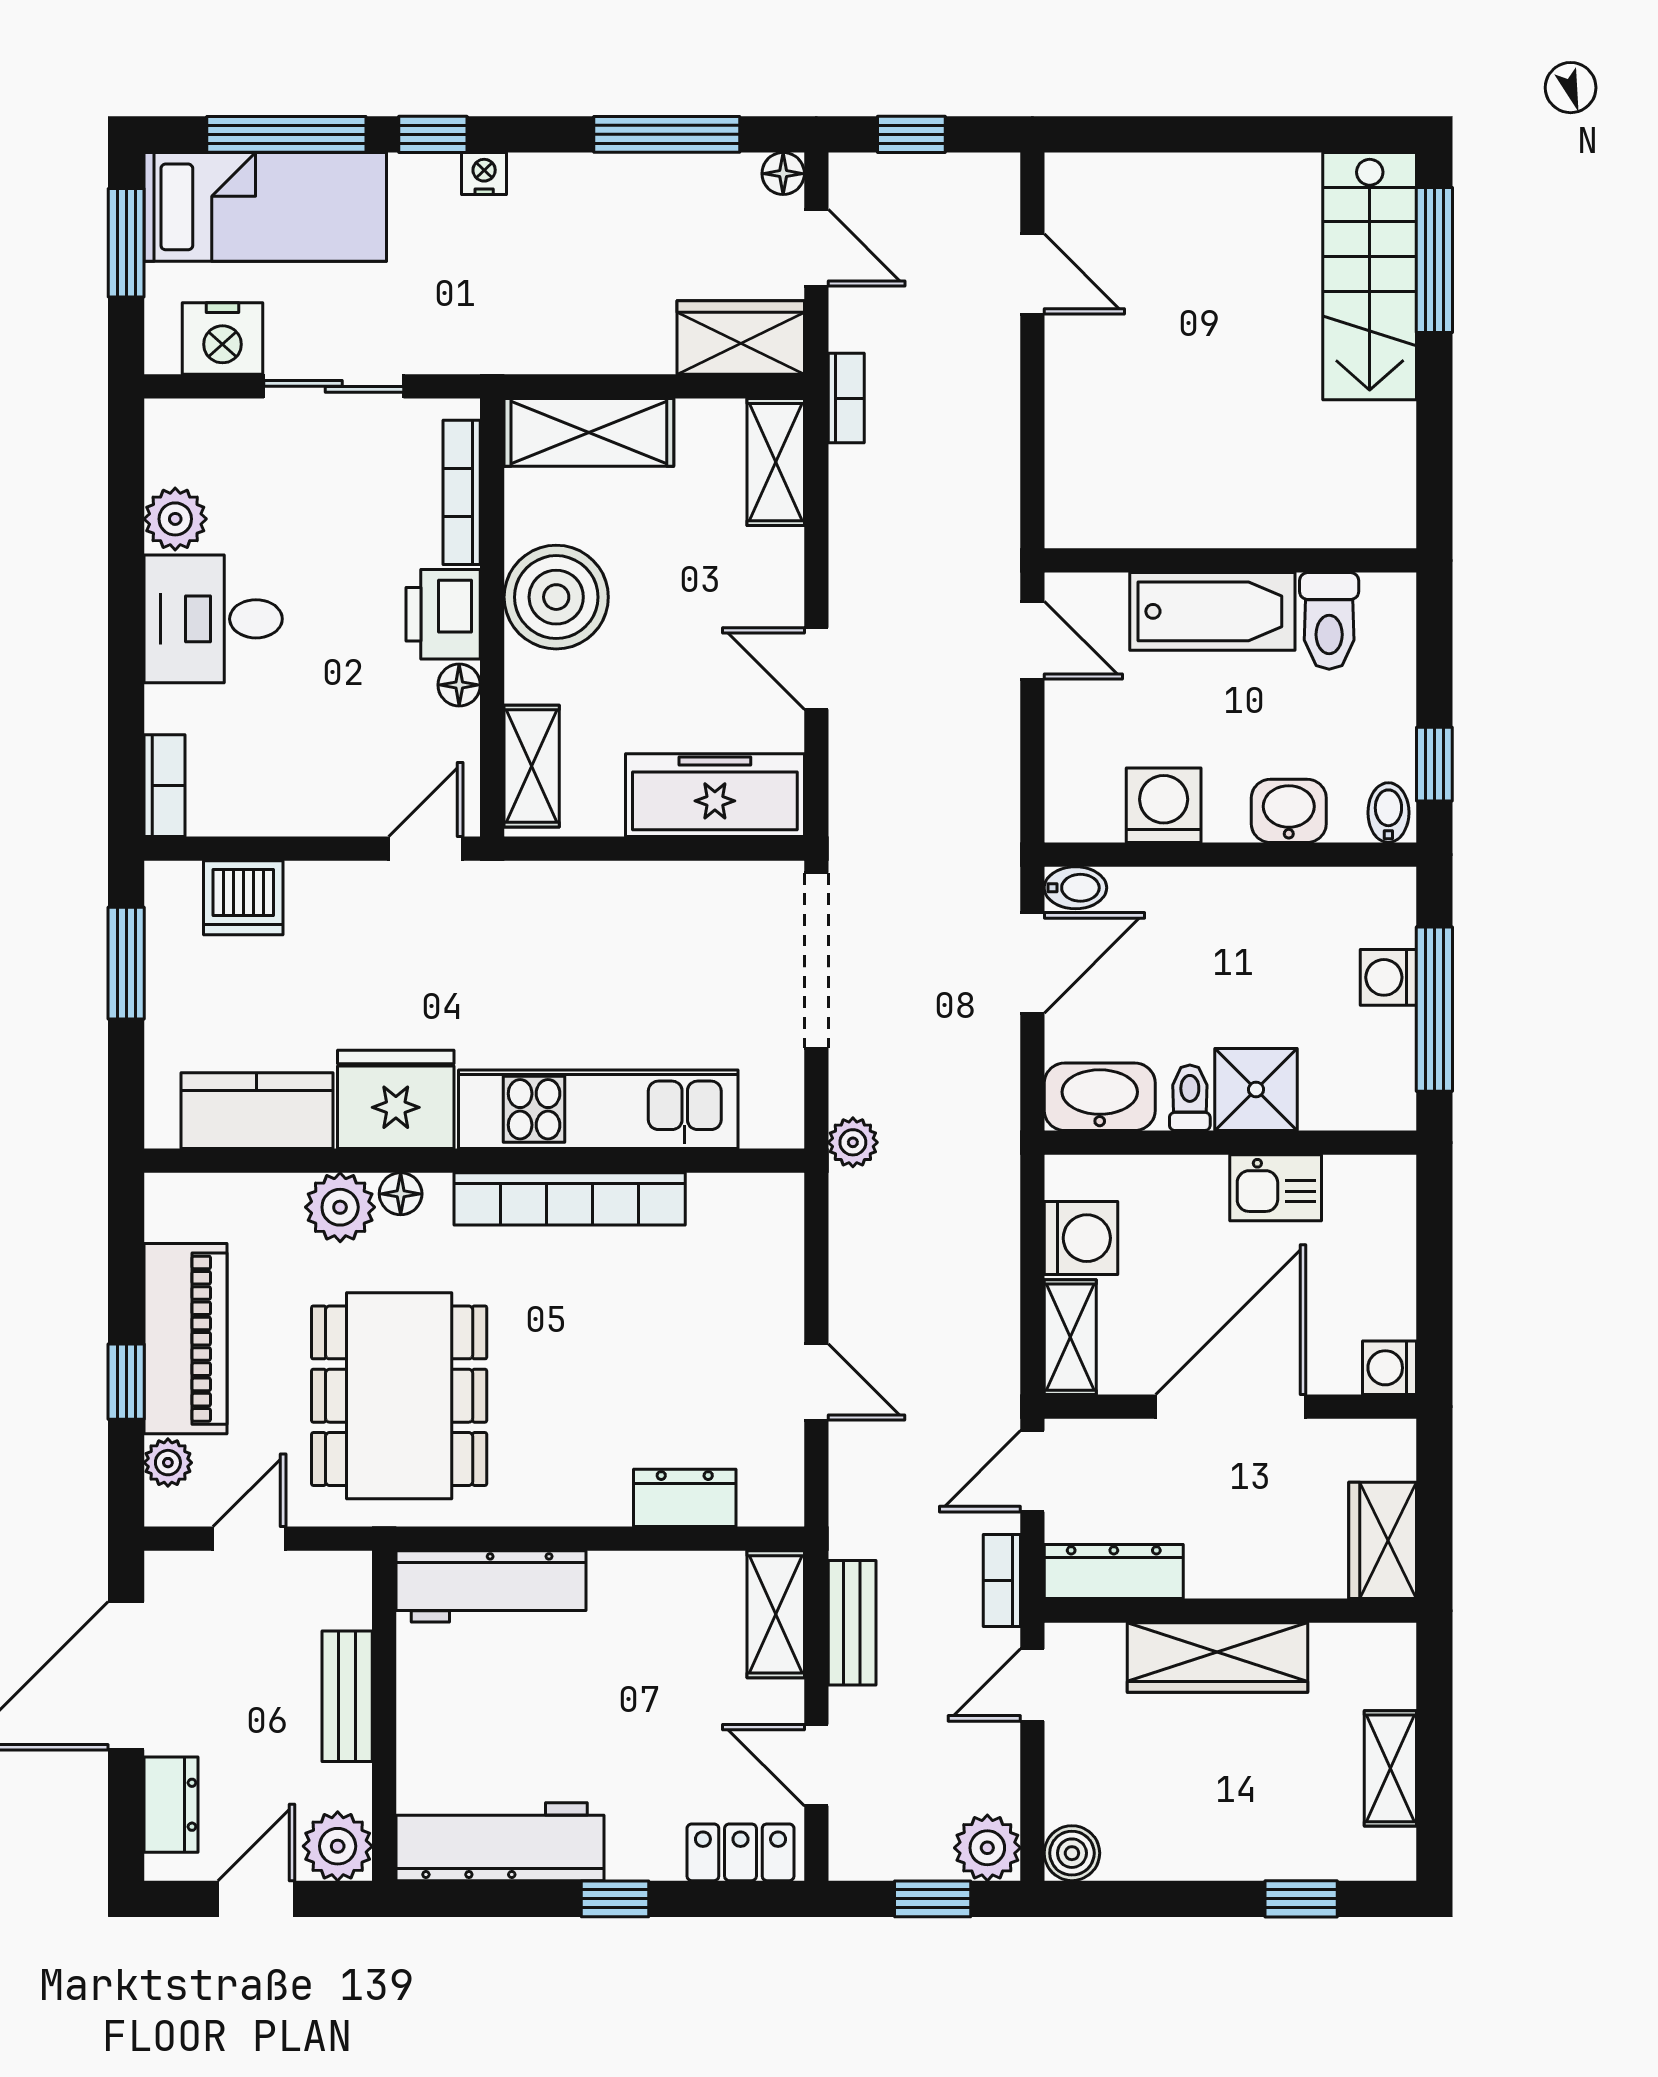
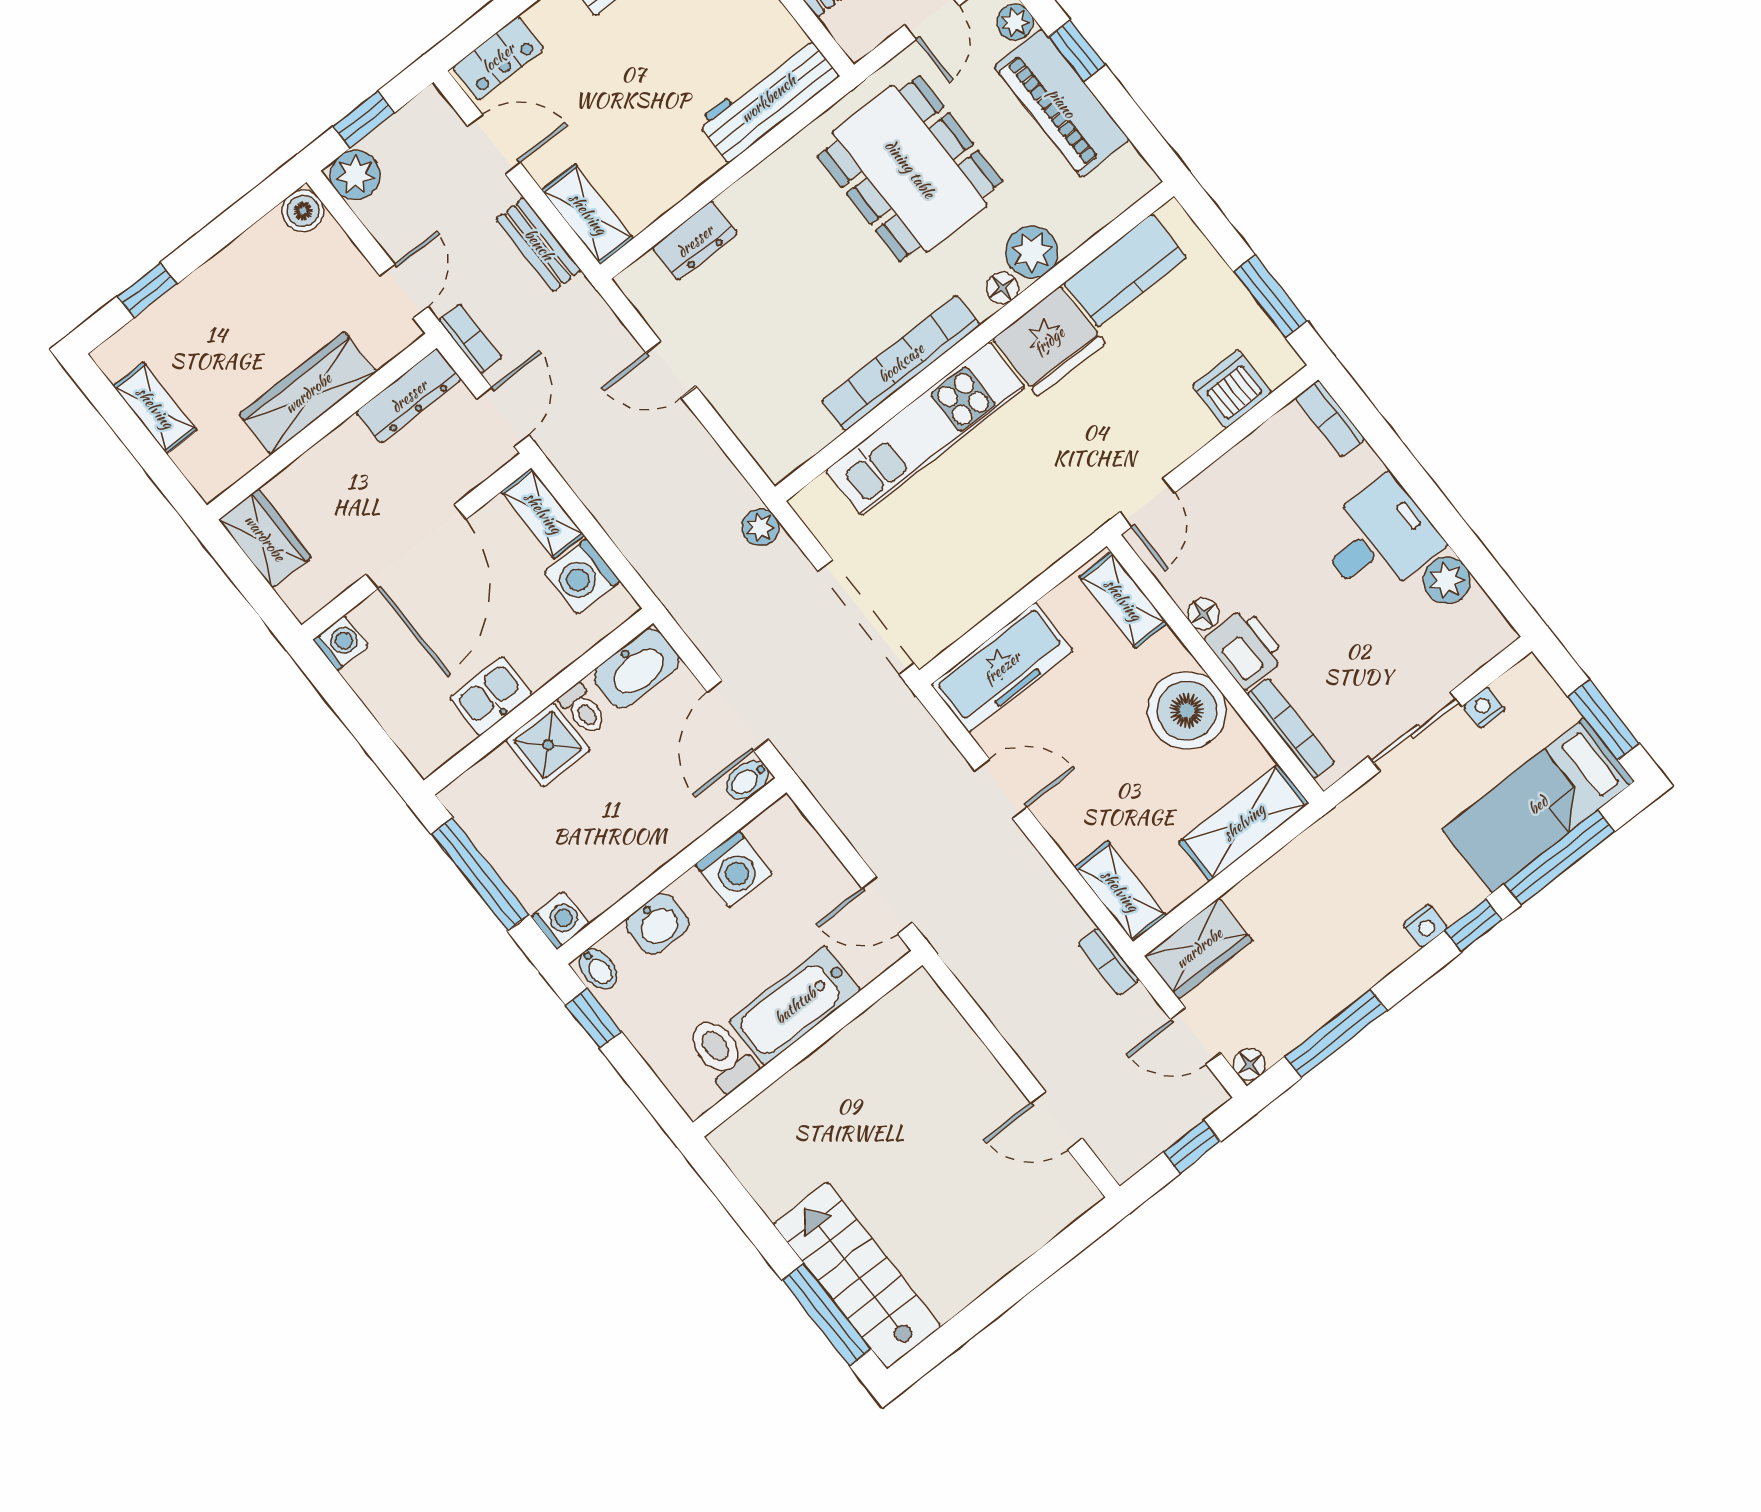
nightstand: (223, 339) -> (1484, 708), width x0.53, depth x0.56
washing machine: (1388, 977) -> (560, 921), moved

